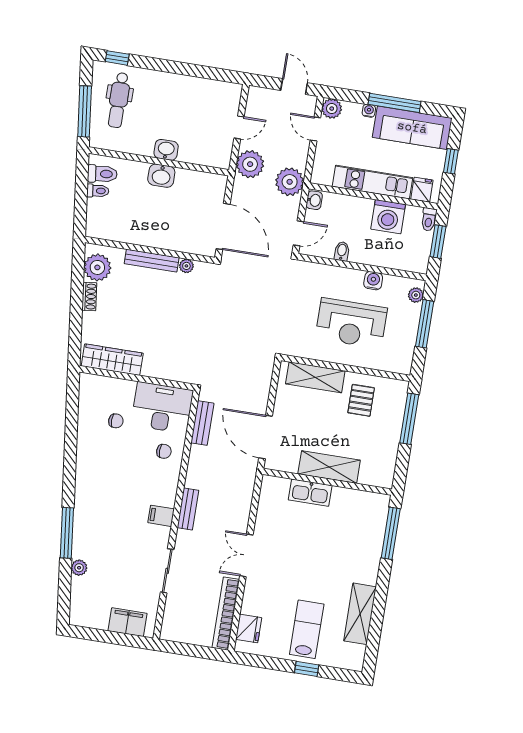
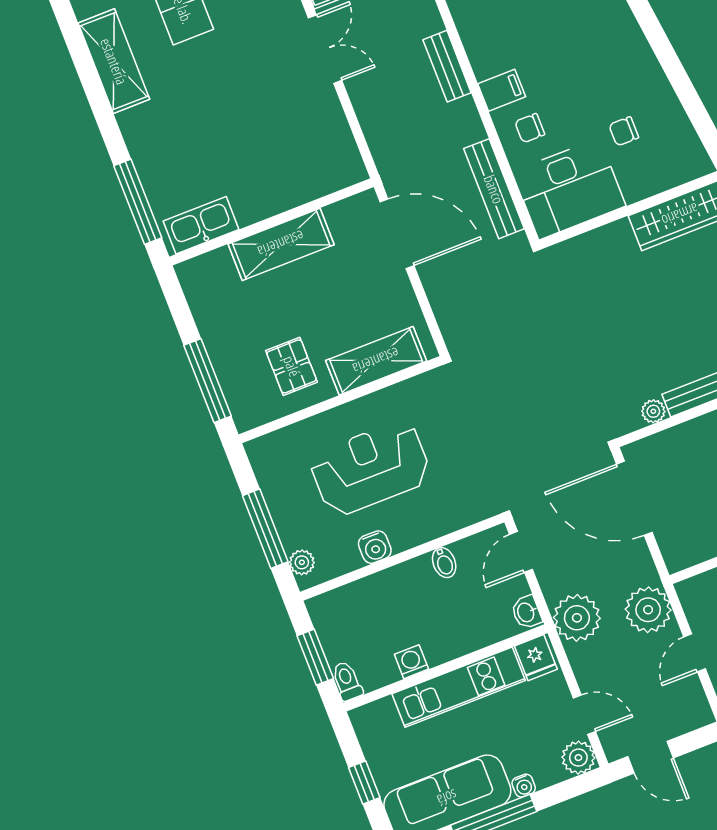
fridge: (422, 190) -> (536, 658), moved
washing machine: (388, 217) -> (411, 662), width x0.53, depth x0.53
bench: (202, 423) -> (494, 189), width x1.36
kitchen sink: (310, 493) -> (201, 225), moved
filing cabinet: (161, 516) -> (502, 90), moved

